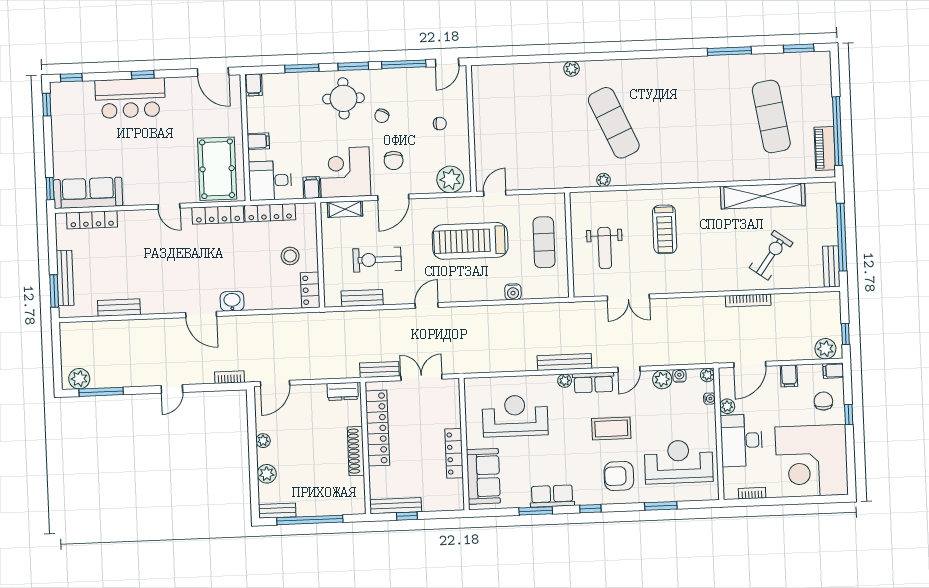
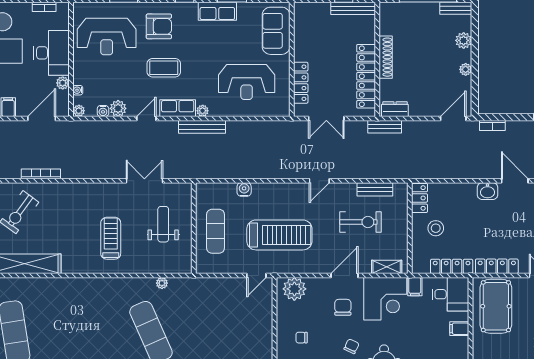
bench: (379, 370) -> (385, 127), moved
locker: (454, 453) -> (301, 83), moved

